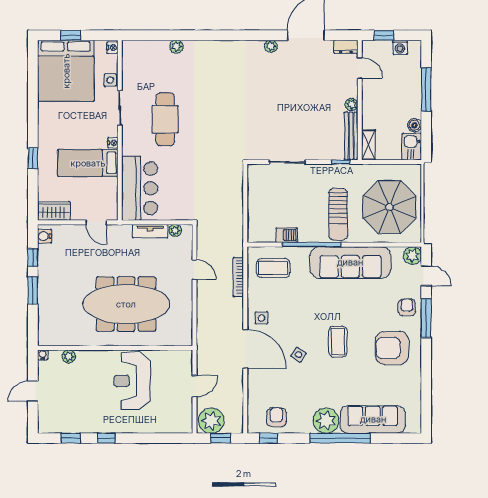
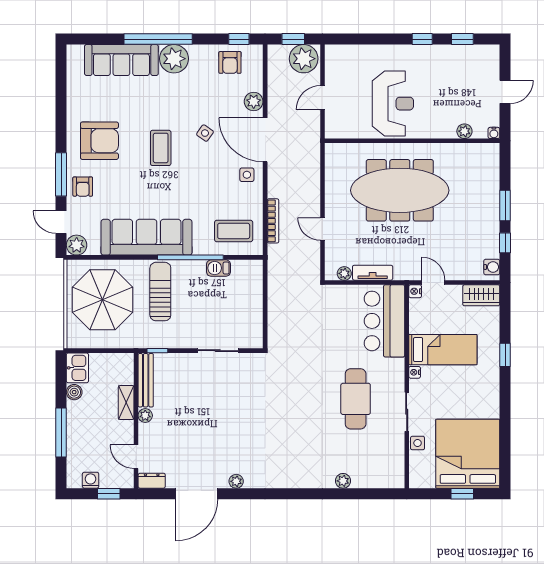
nightstand: (112, 48) -> (415, 291), moved
shelving: (368, 145) -> (126, 403), moved
plant: (255, 383) -> (254, 102), added

